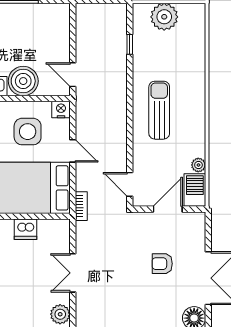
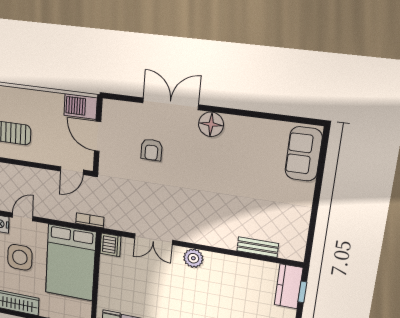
door: (73, 151) -> (23, 217), moved
plant: (198, 165) -> (56, 100), removed
dishwasher: (26, 229) -> (110, 245), moved

